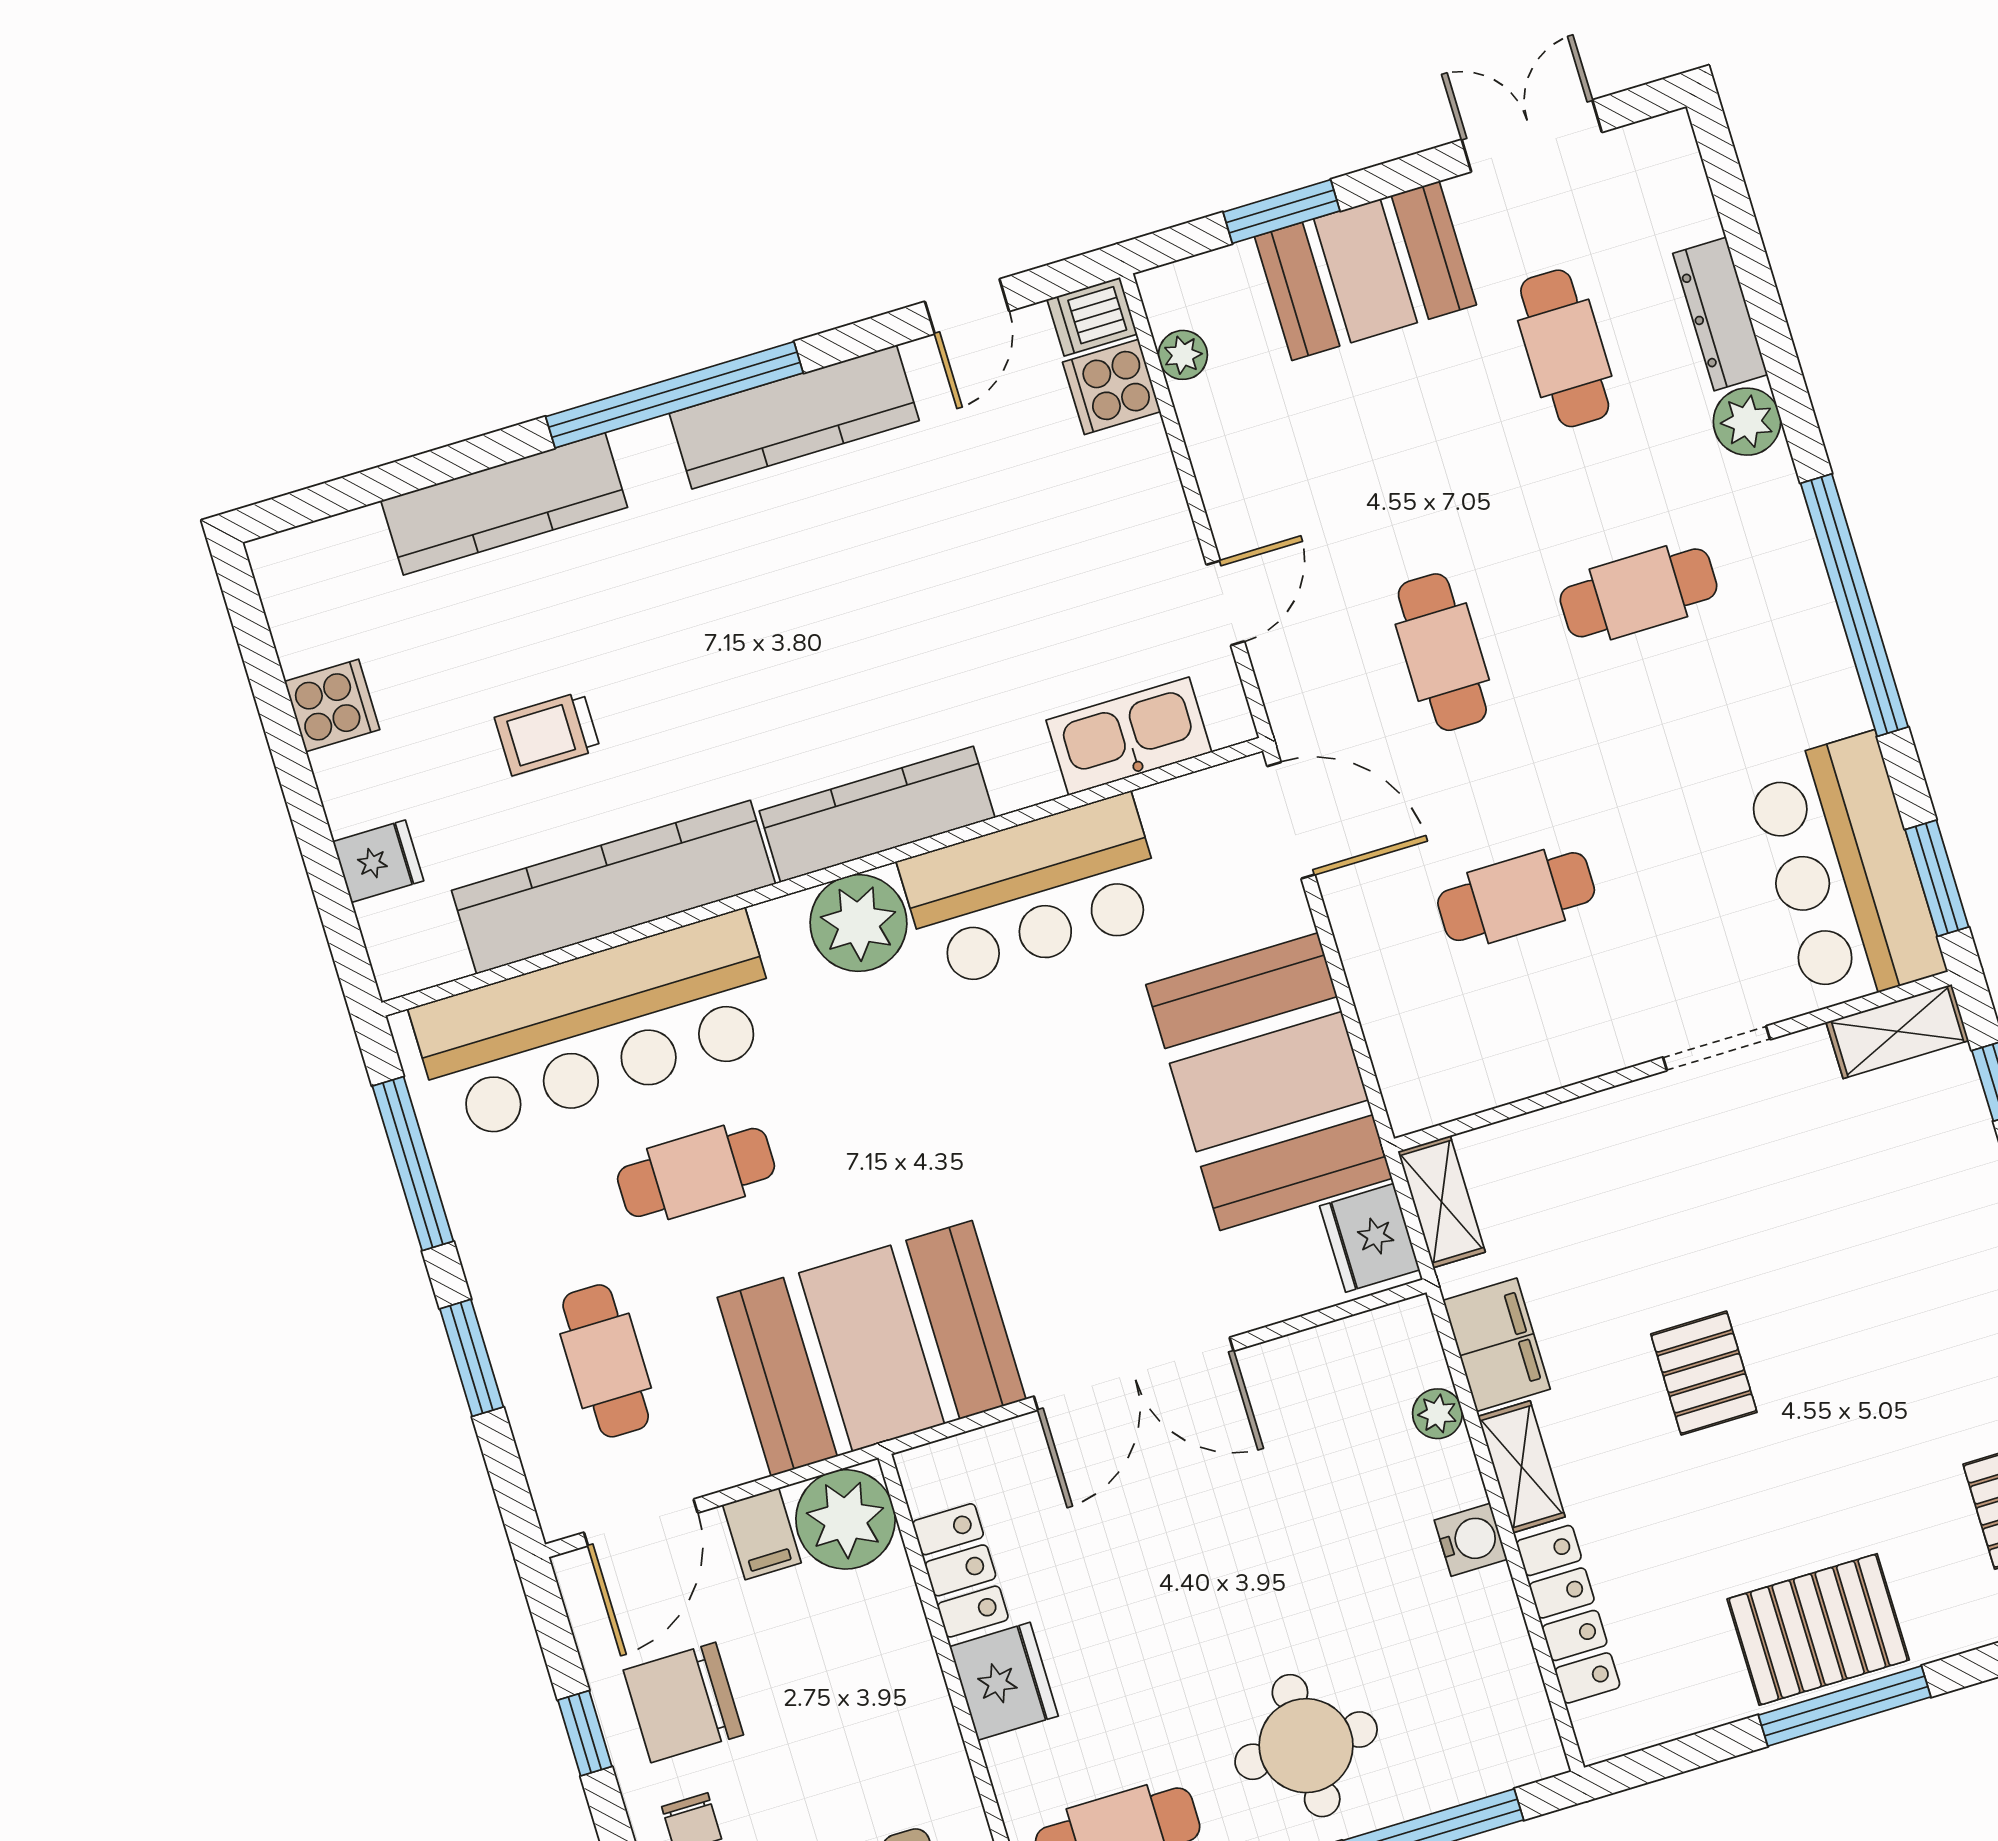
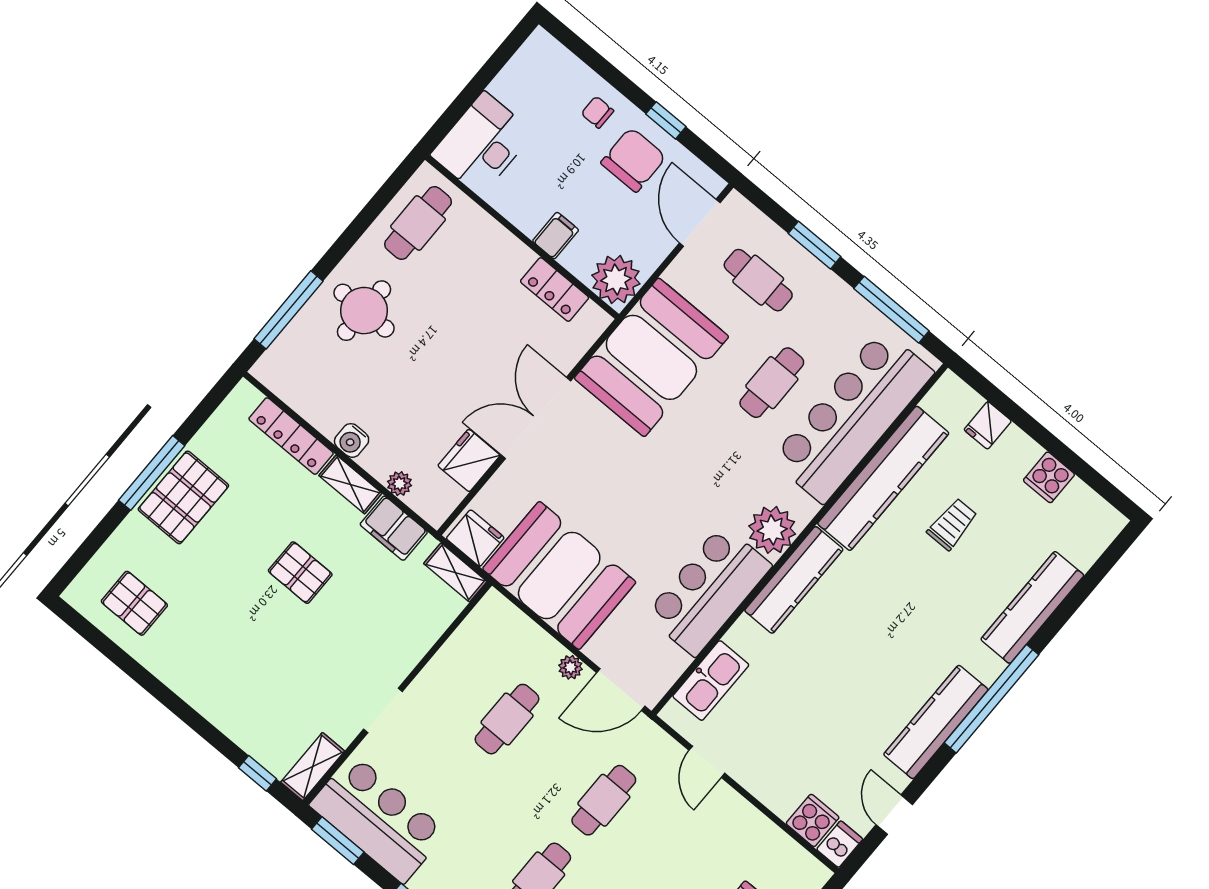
plant: (1183, 355) -> (570, 667), moved
cafe table: (1442, 652) -> (604, 800), turned 90
filing cabinet: (762, 1534) -> (556, 236), moved, turned 90
fridge: (1004, 1681) -> (469, 460), moved, turned 90

